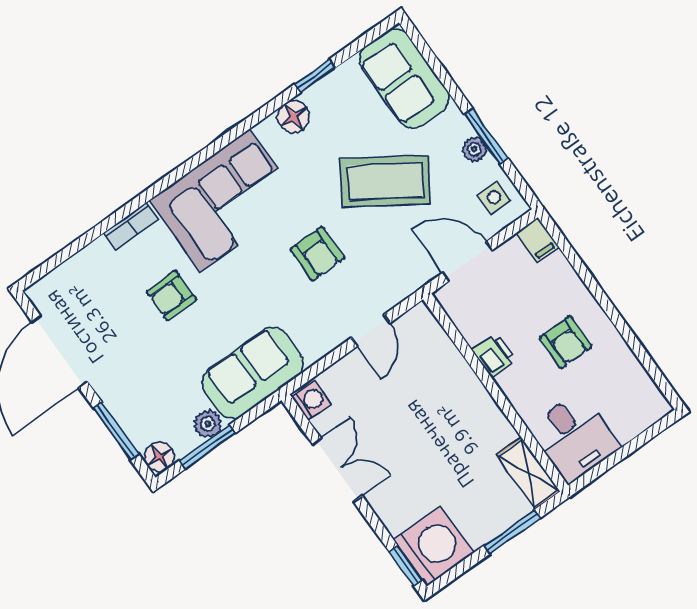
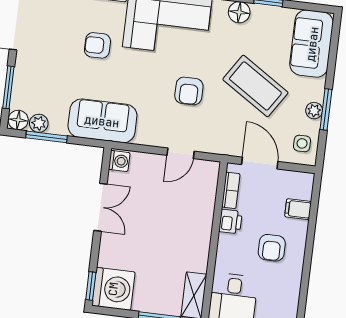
filing cabinet: (537, 240) -> (298, 209), moved, turned 90
bookcase: (463, 320) -> (231, 190), added
plant: (208, 424) -> (39, 123), moved

